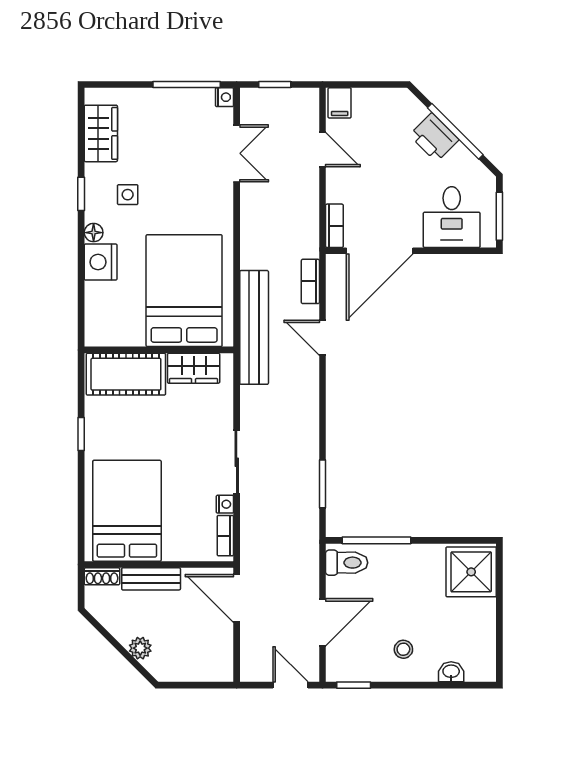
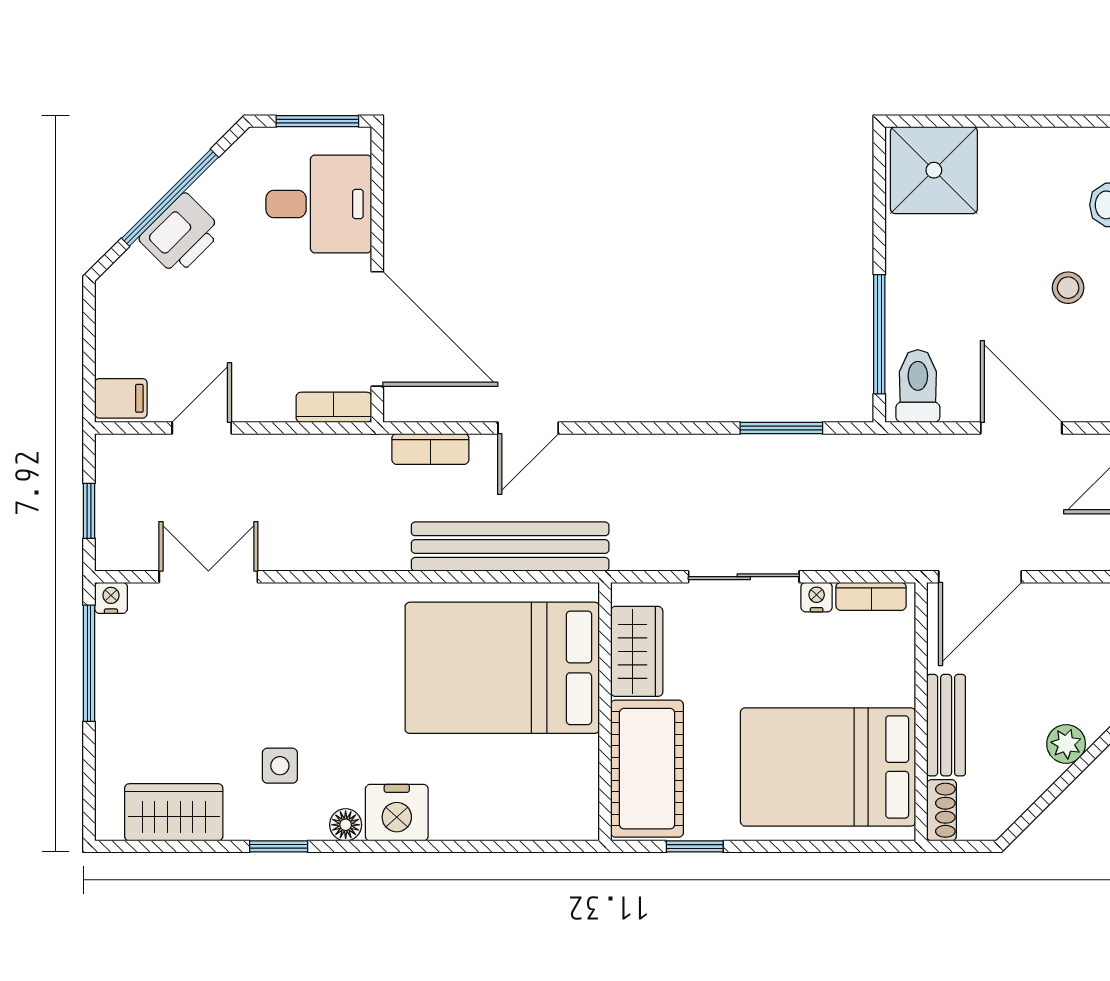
bed: (184, 291) -> (502, 668), moved
wall: (159, 350) -> (605, 712), moved
wardrobe: (194, 368) -> (637, 651), moved
cot: (126, 374) -> (647, 769), moved

